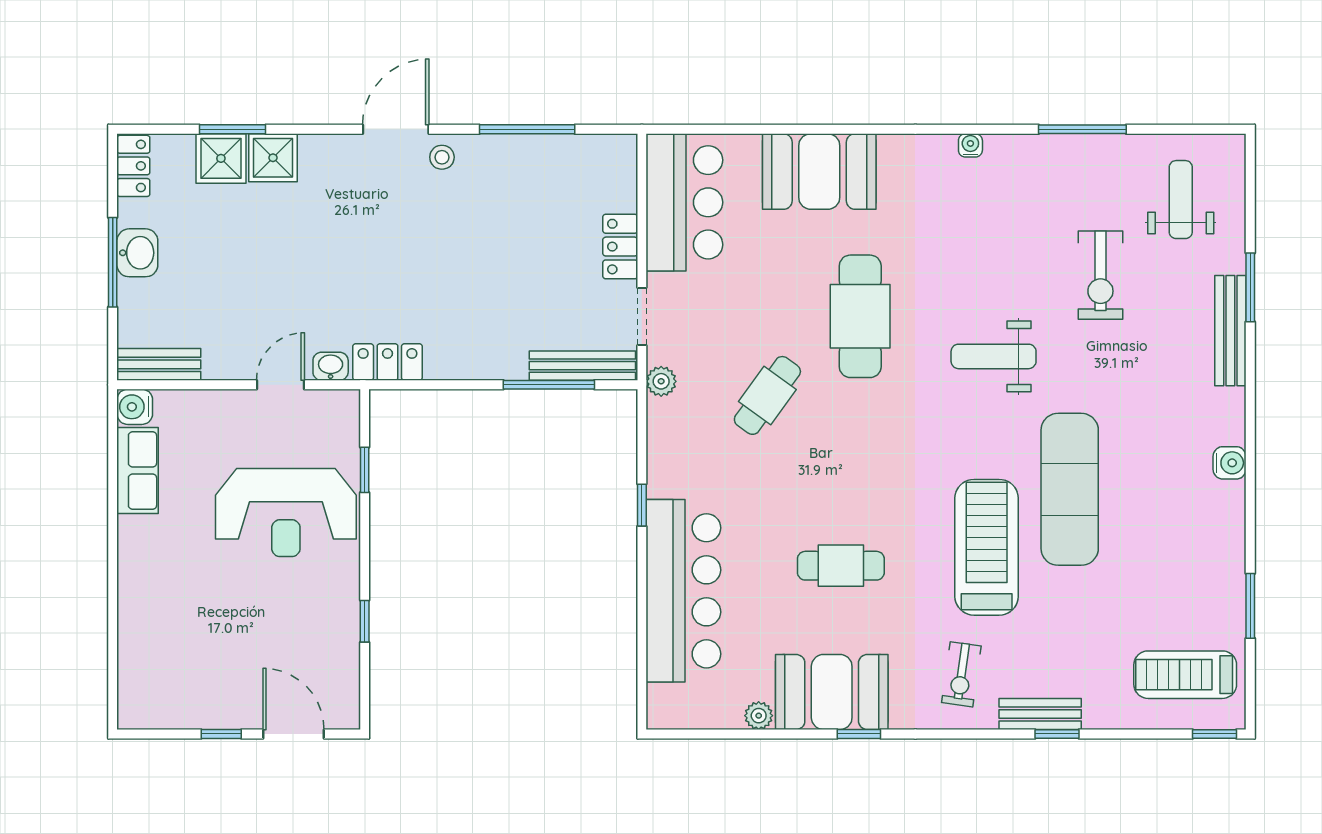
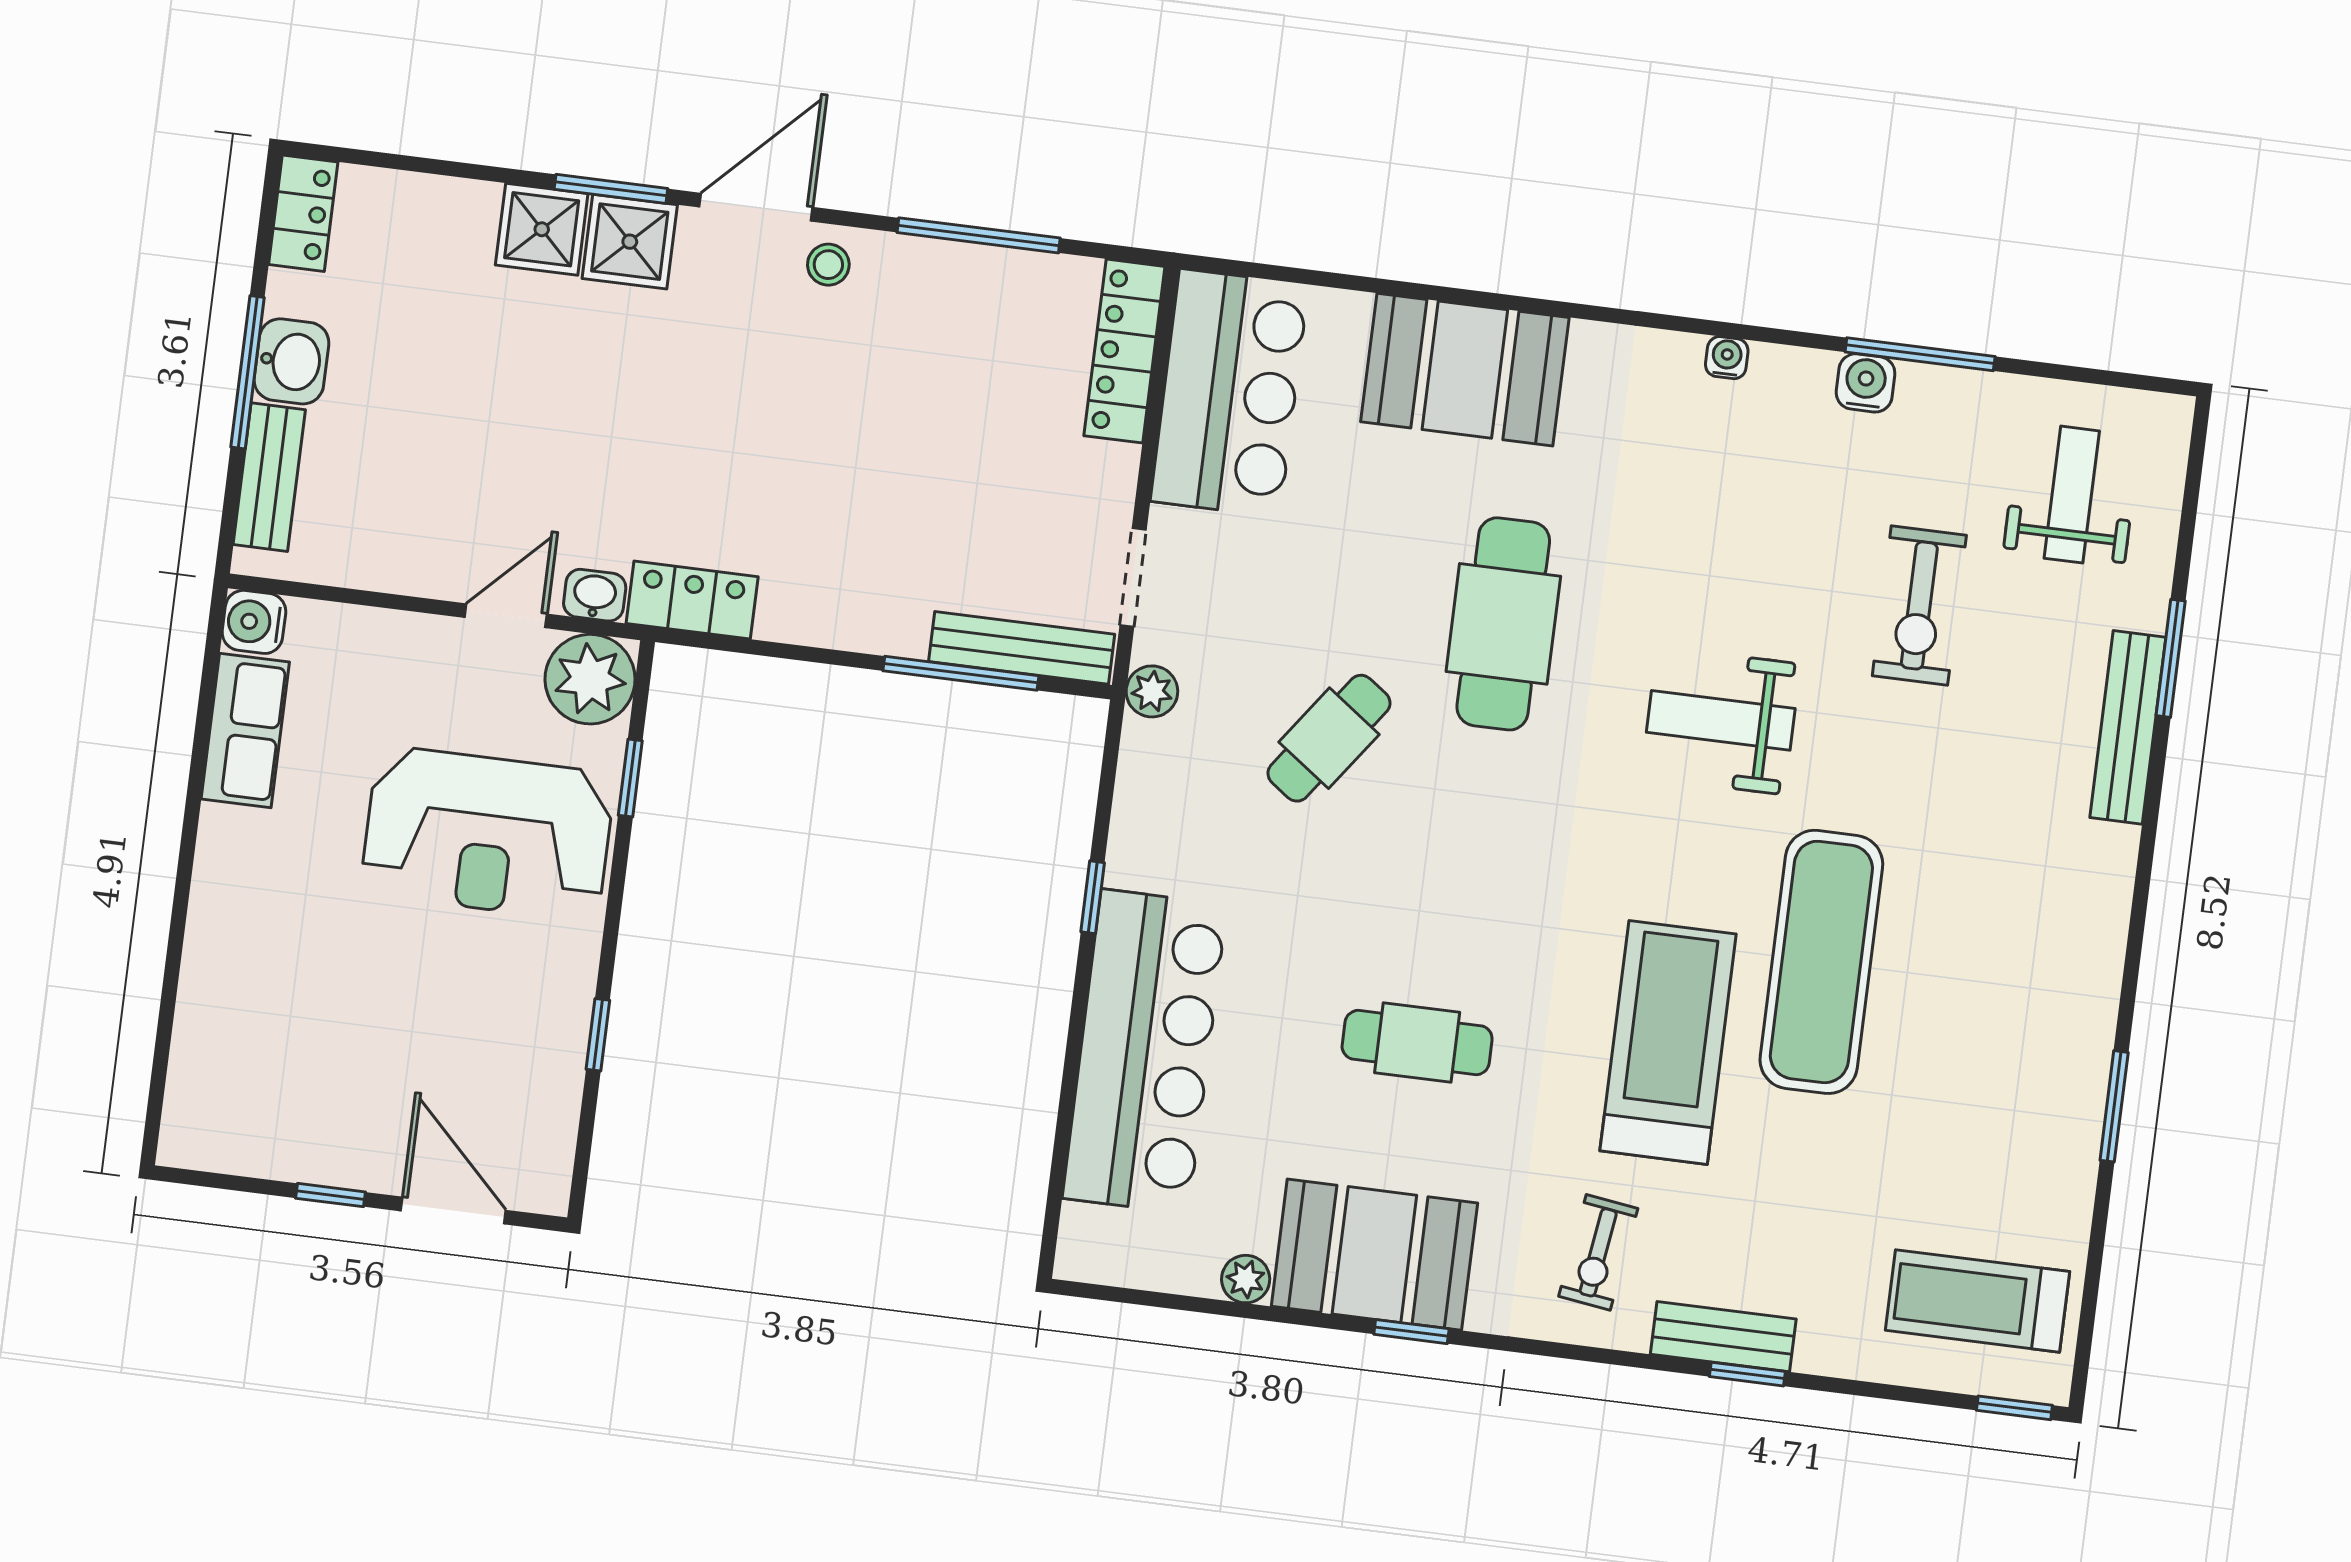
window: (232, 129) -> (611, 189), moved
shower: (221, 158) -> (630, 242), moved
locker: (620, 247) -> (1124, 351), moved, width x1.53
bench: (159, 364) -> (269, 477), moved, turned 90
plant: (334, 415) -> (590, 679), added
water cooler: (1230, 463) -> (1866, 383), moved, turned -90
window: (1250, 606) -> (2114, 1106), moved

